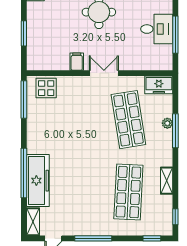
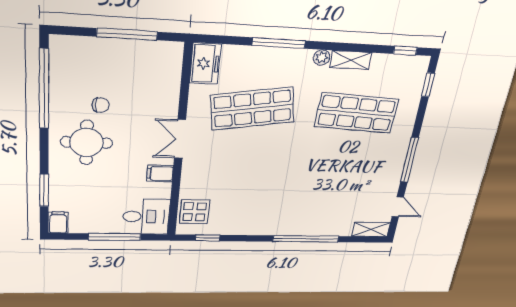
chair: (126, 20) -> (101, 105), added
desk: (157, 29) -> (146, 217), moved, turned 90
window: (24, 33) -> (115, 237), width x1.44
window: (24, 100) -> (208, 238), width x0.46
plant: (167, 123) -> (322, 58), moved
freezer: (38, 181) -> (319, 223), removed

